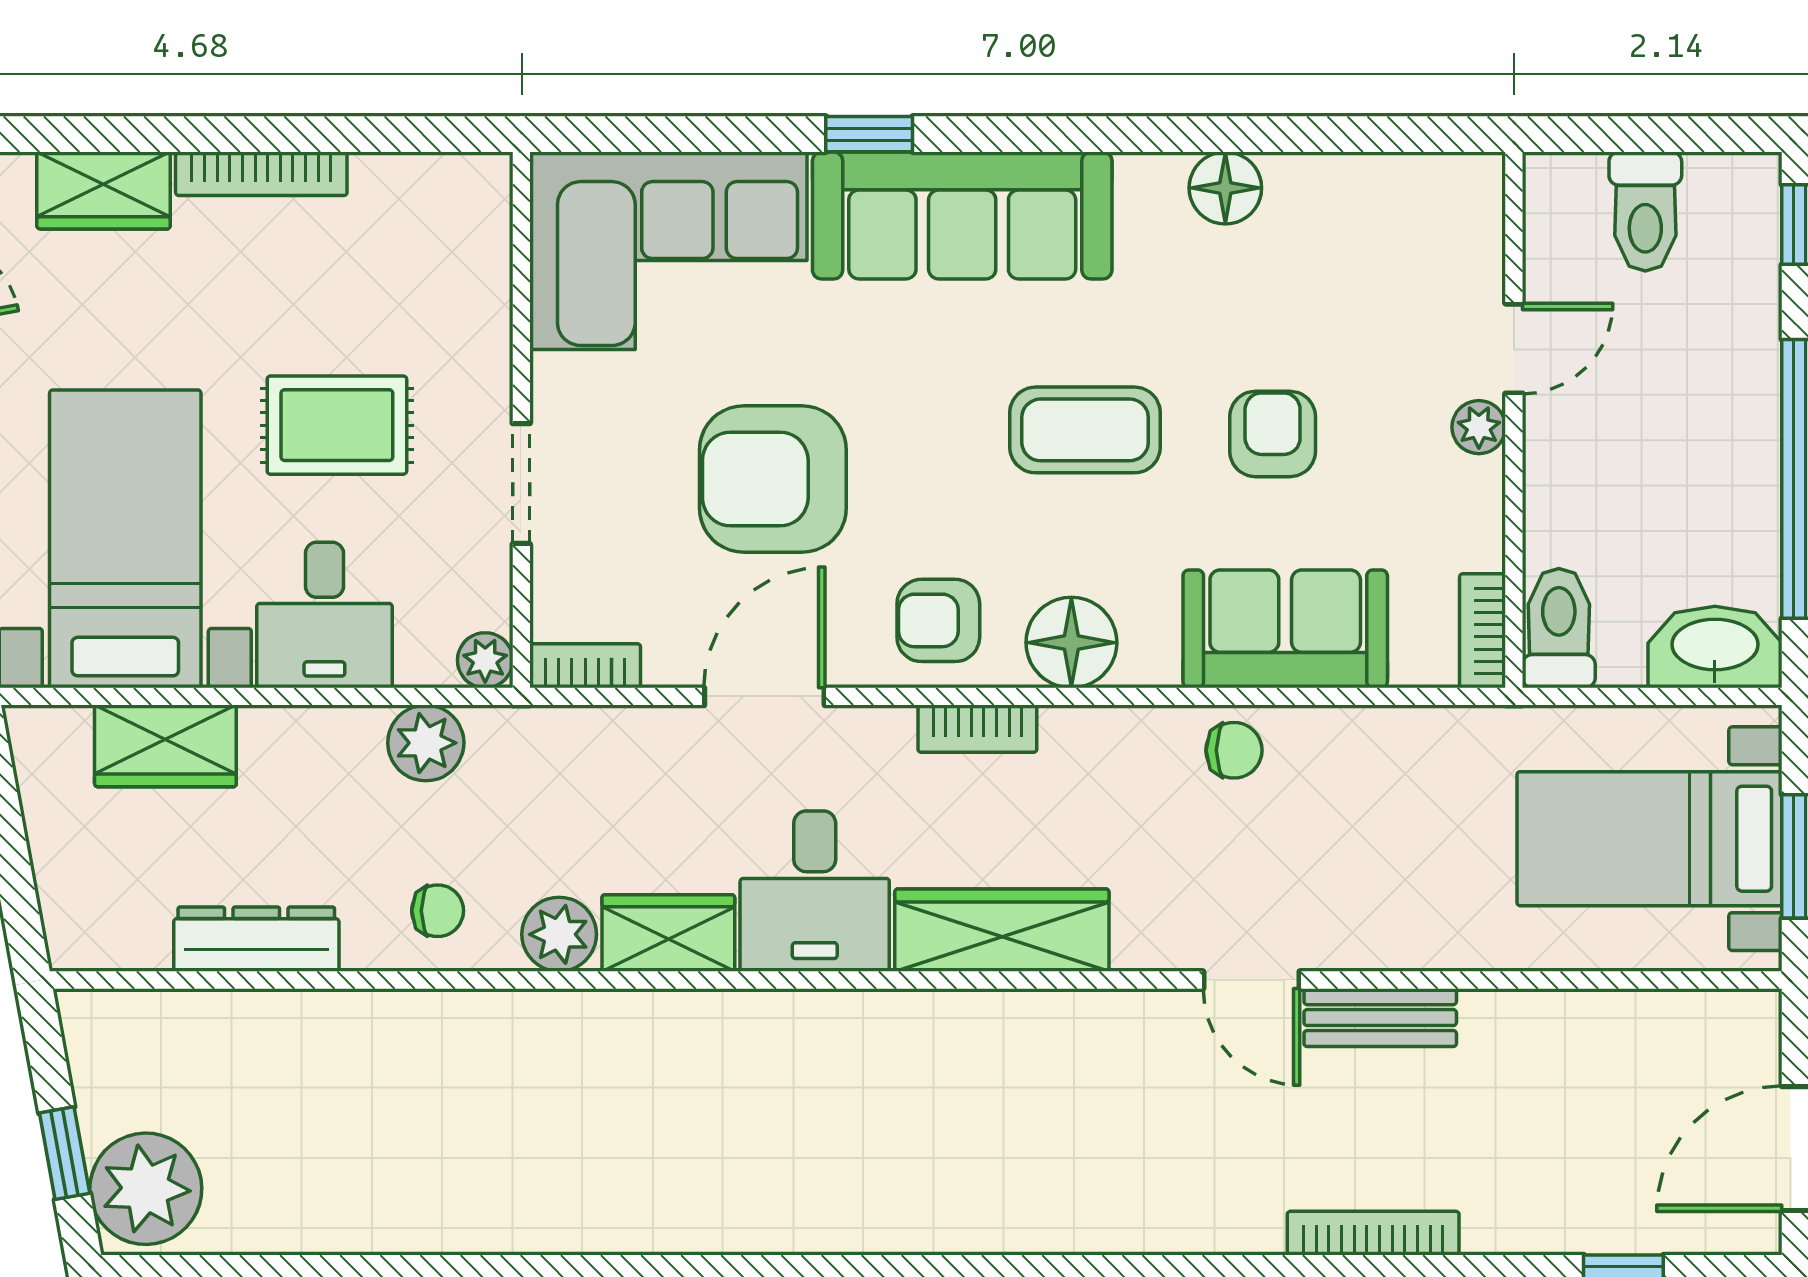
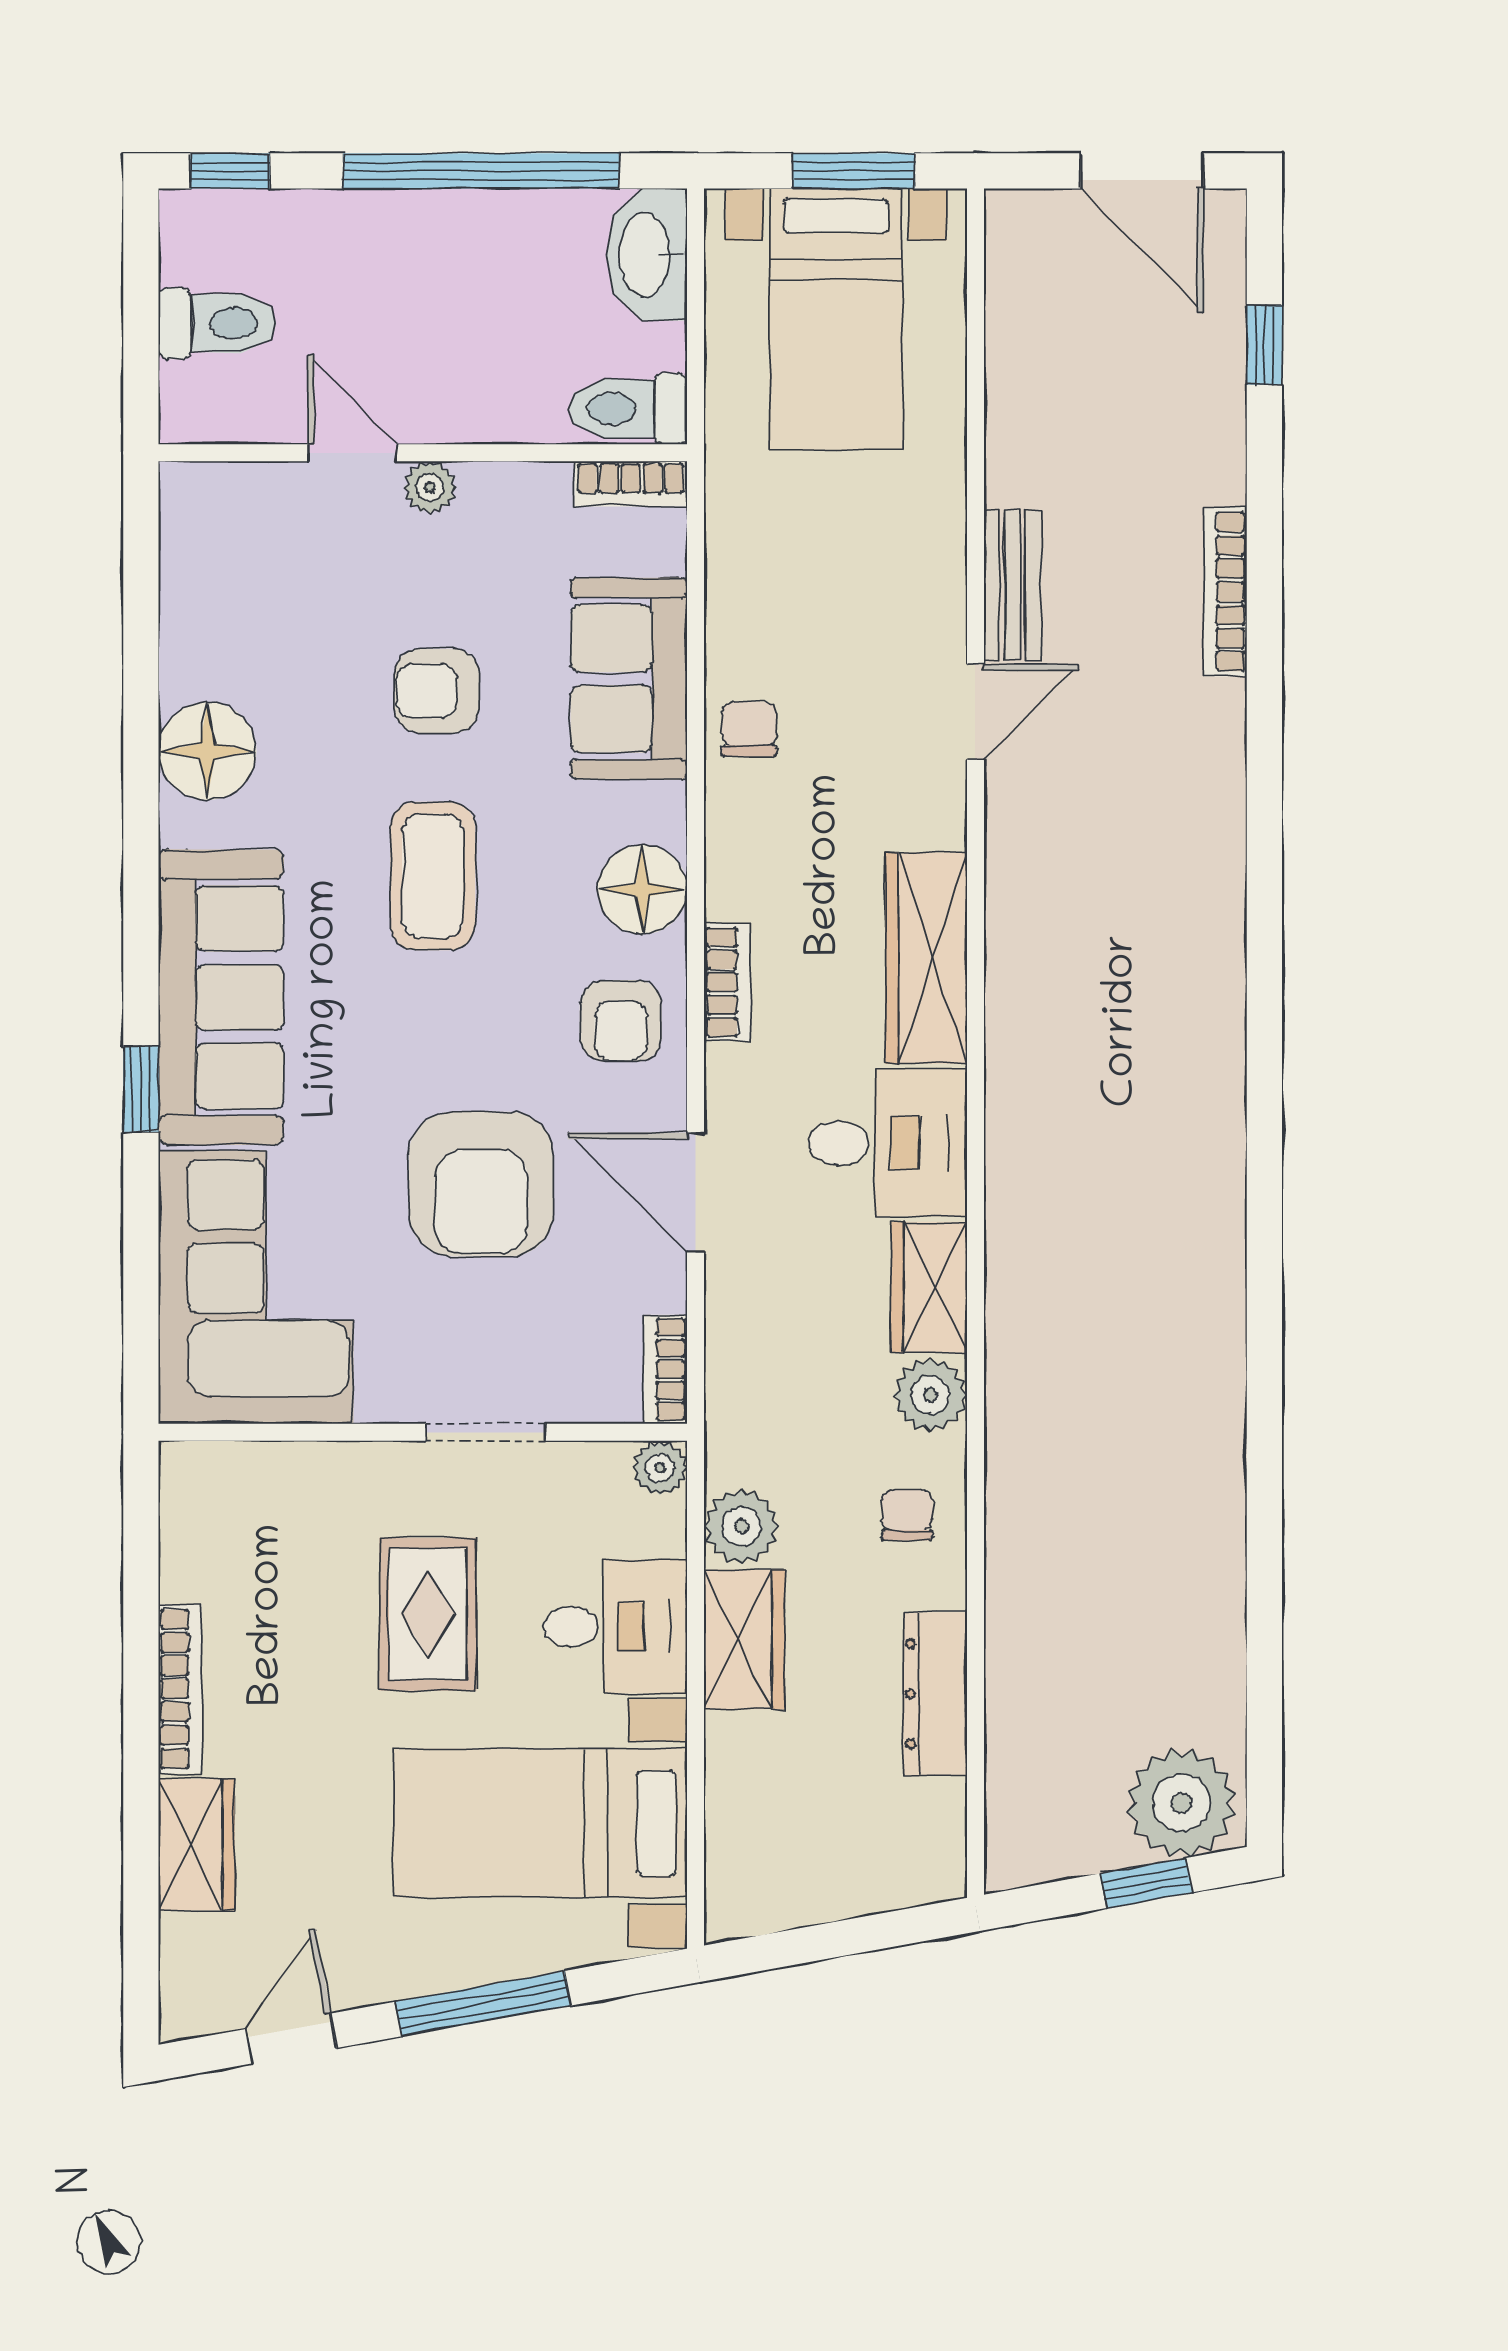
floor lamp: (1225, 188) -> (207, 751), width x1.38, depth x1.38
wardrobe: (165, 746) -> (744, 1639), moved

